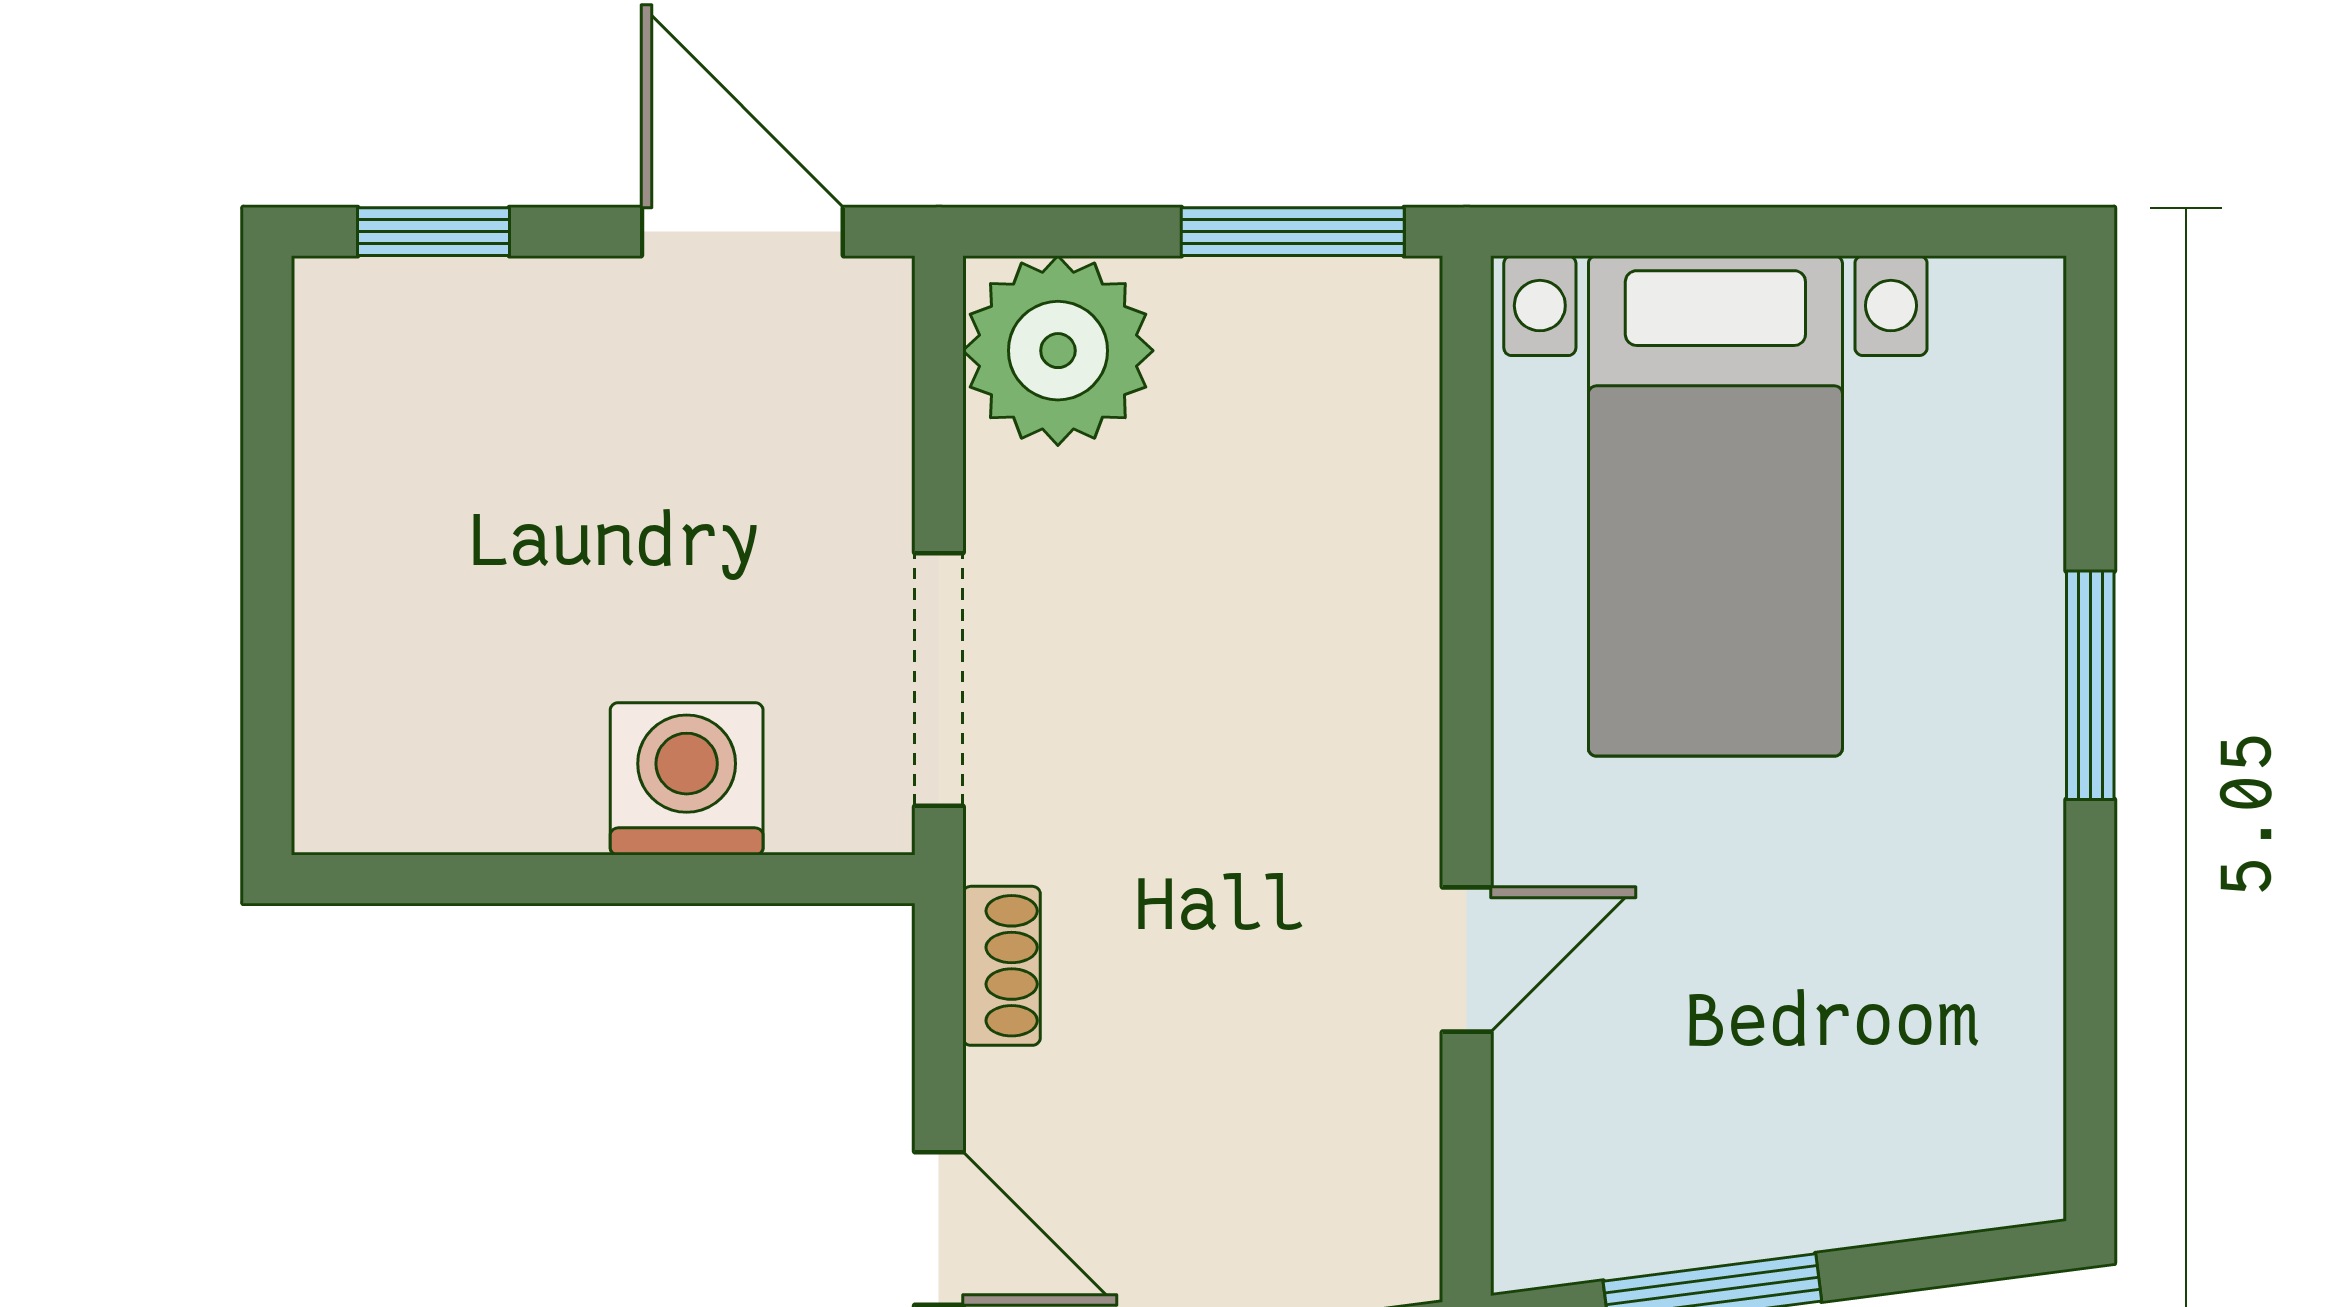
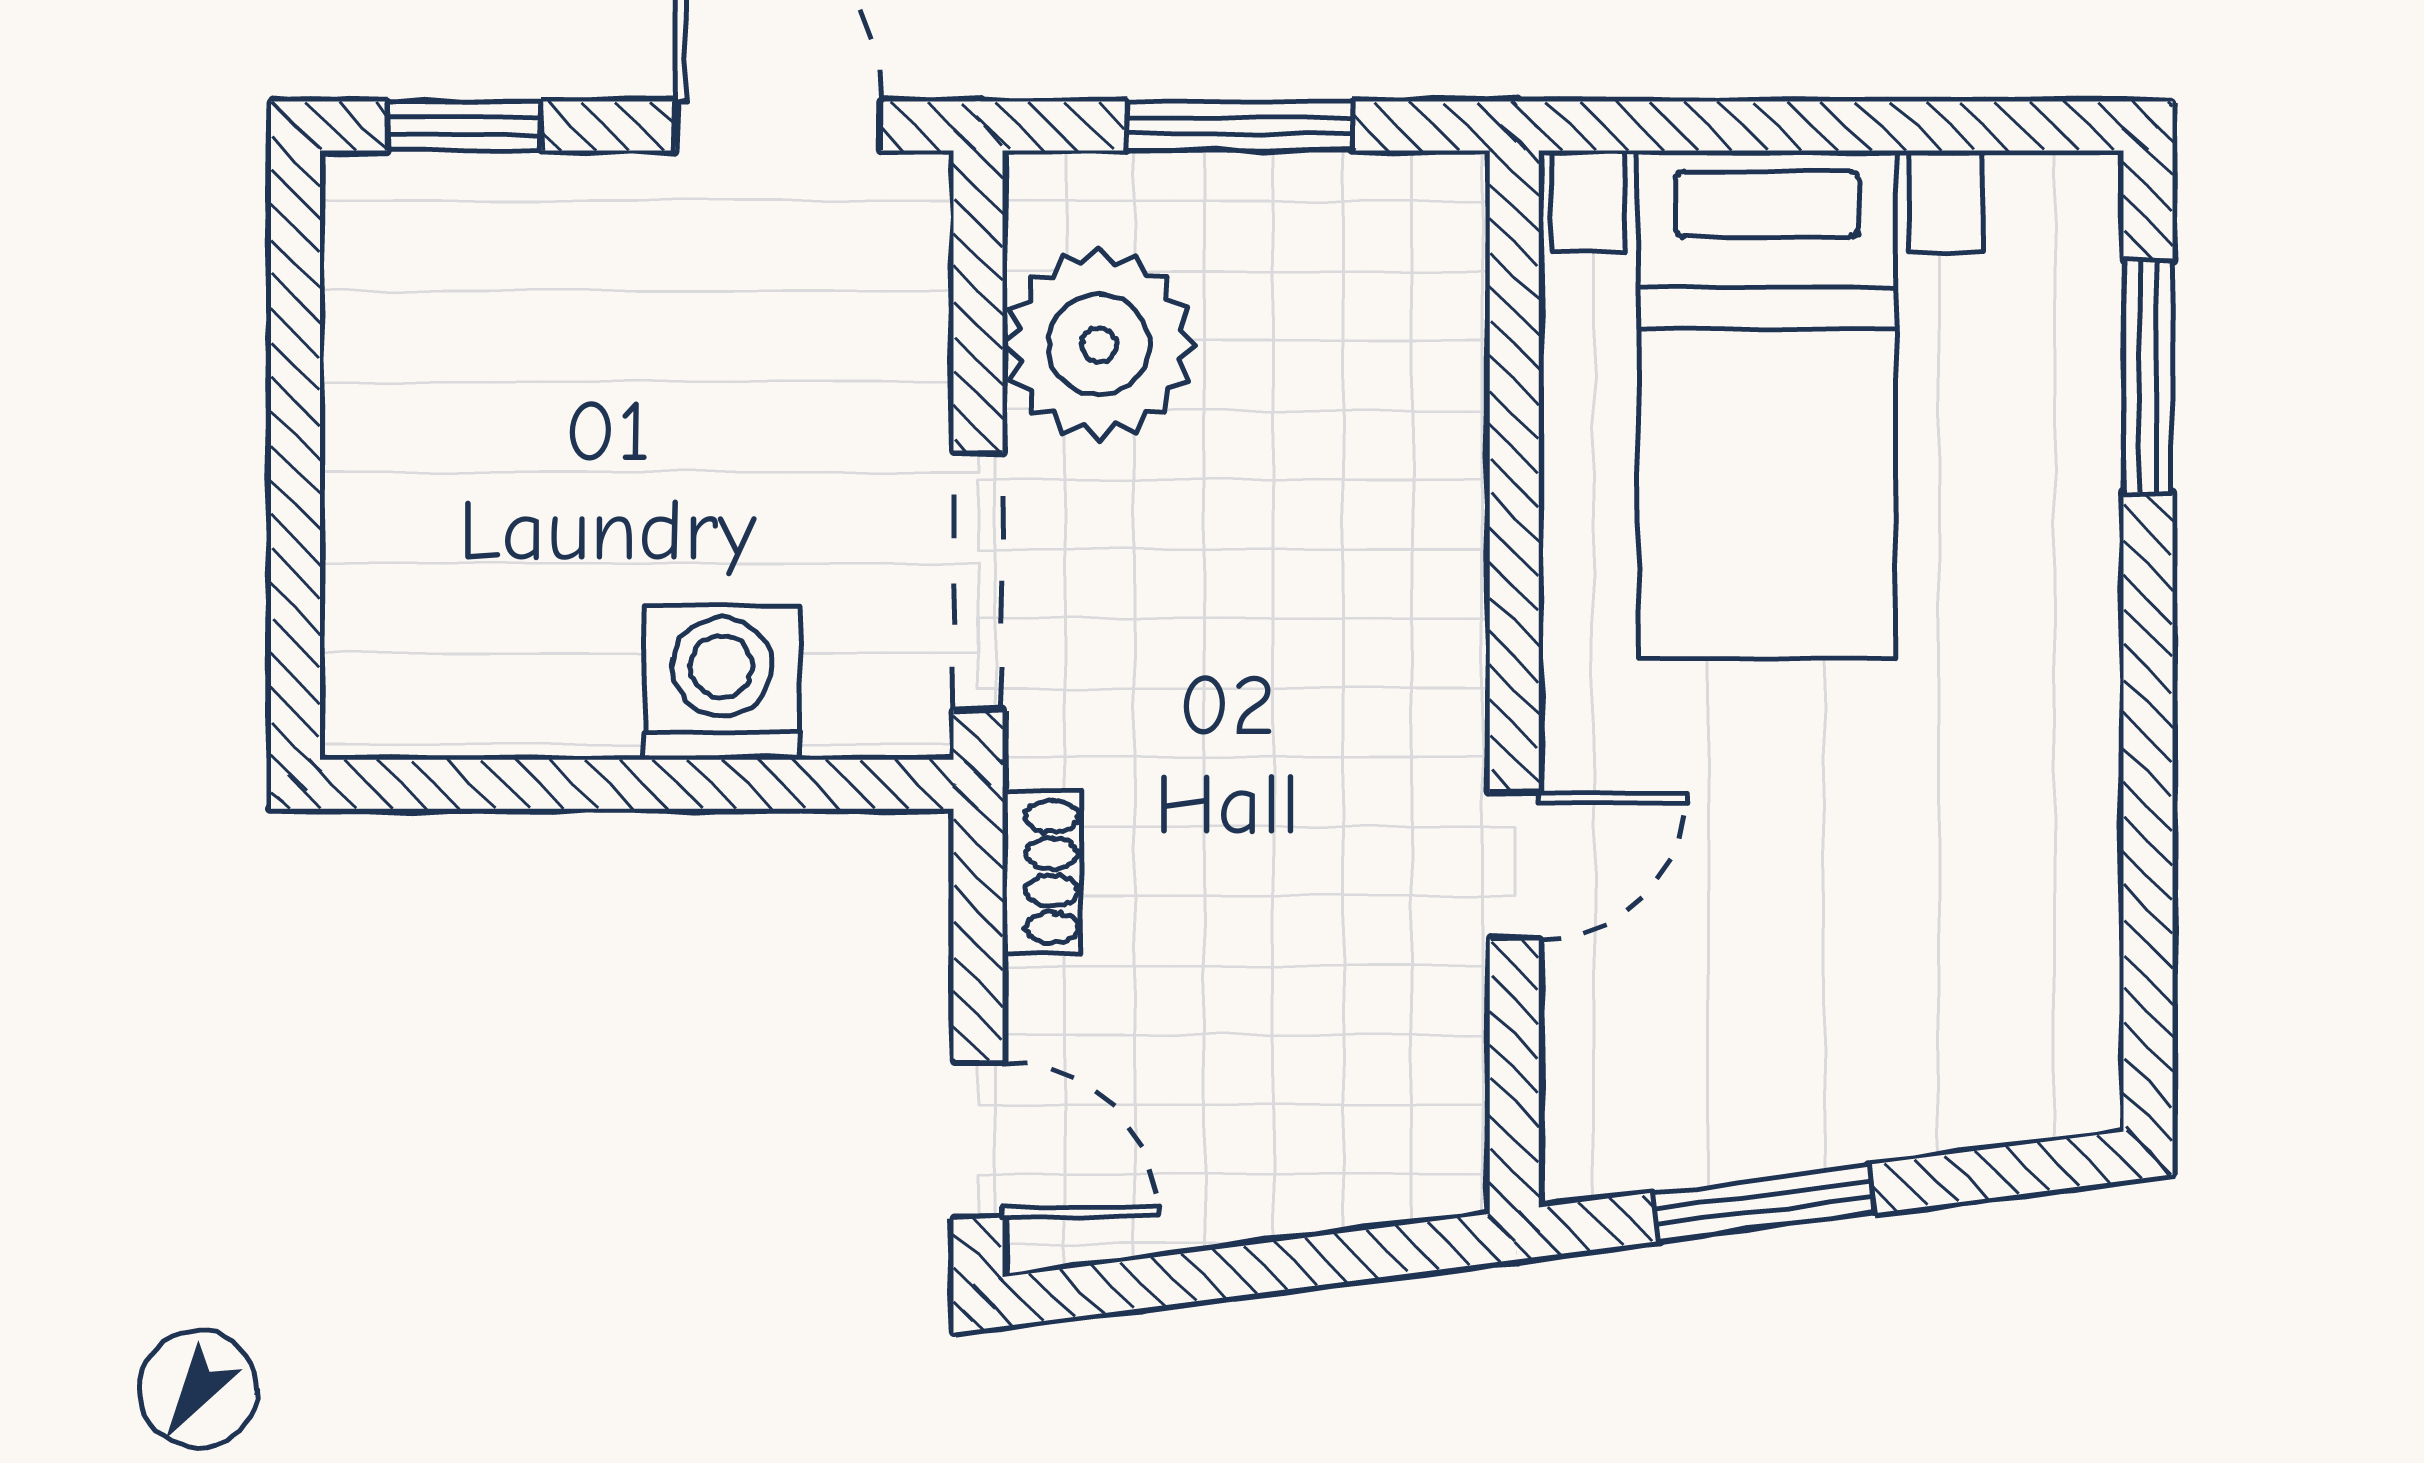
window: (1293, 232) -> (1240, 126), moved
plant: (1058, 351) -> (1099, 345), moved
window: (2090, 685) -> (2148, 377), moved

